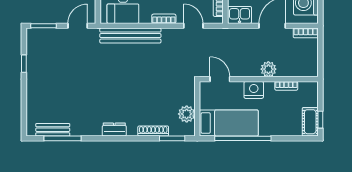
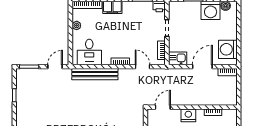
plant: (268, 69) -> (199, 100), removed
door: (220, 79) -> (163, 107), hinge flipped

